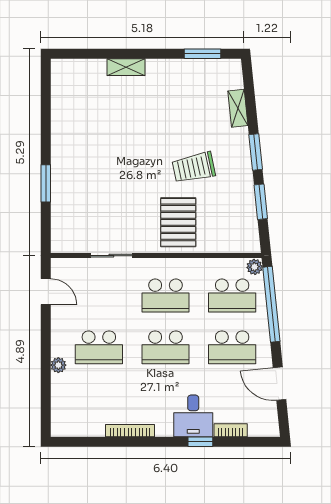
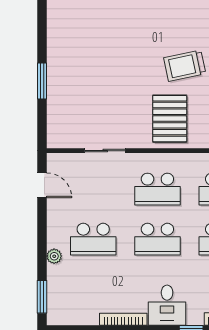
window: (46, 407) -> (42, 297), added
desk: (193, 416) -> (167, 305), moved

